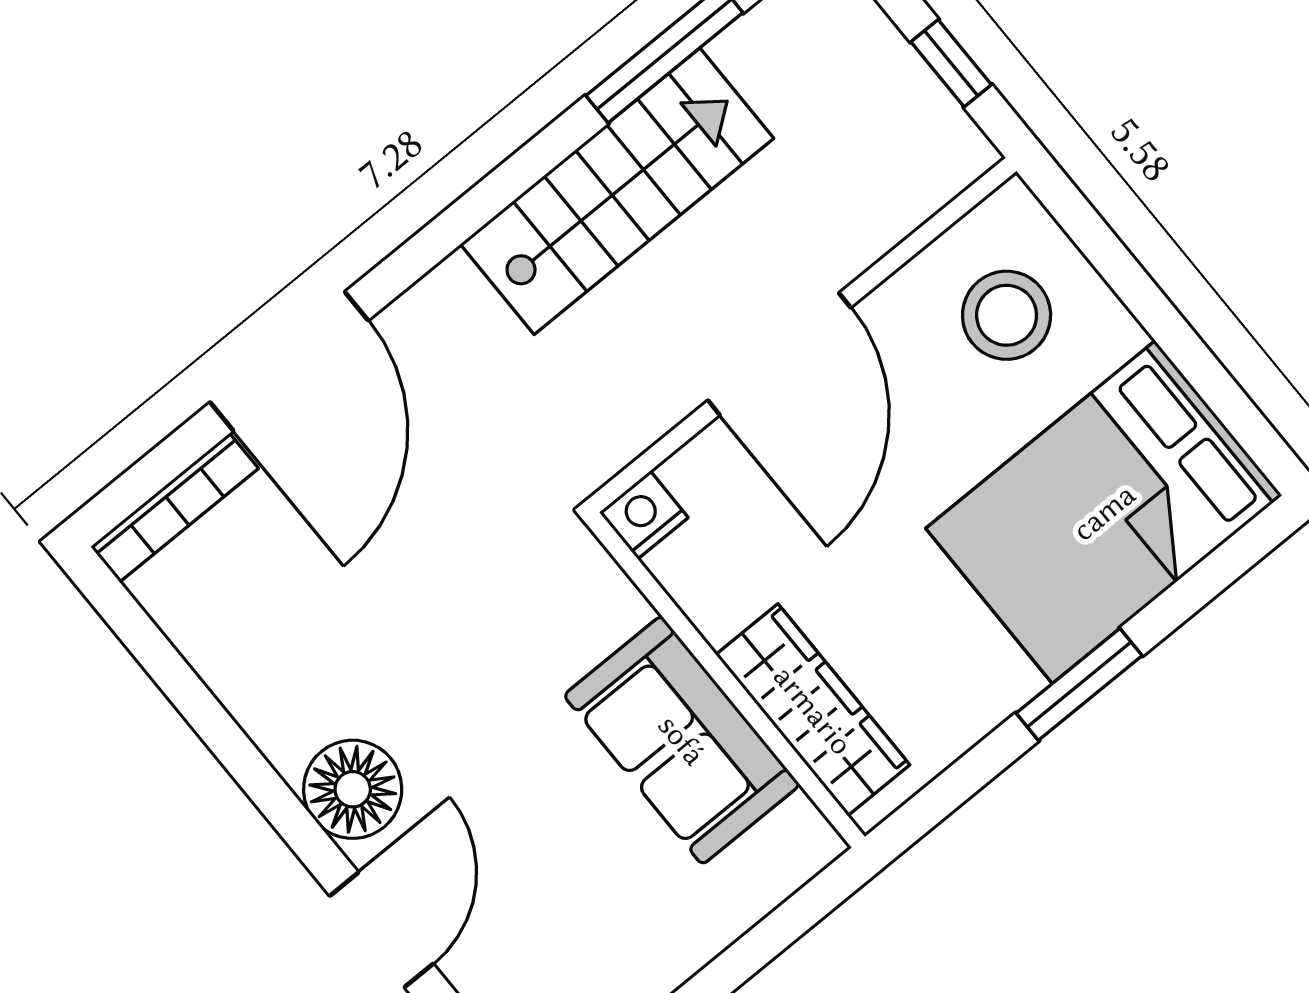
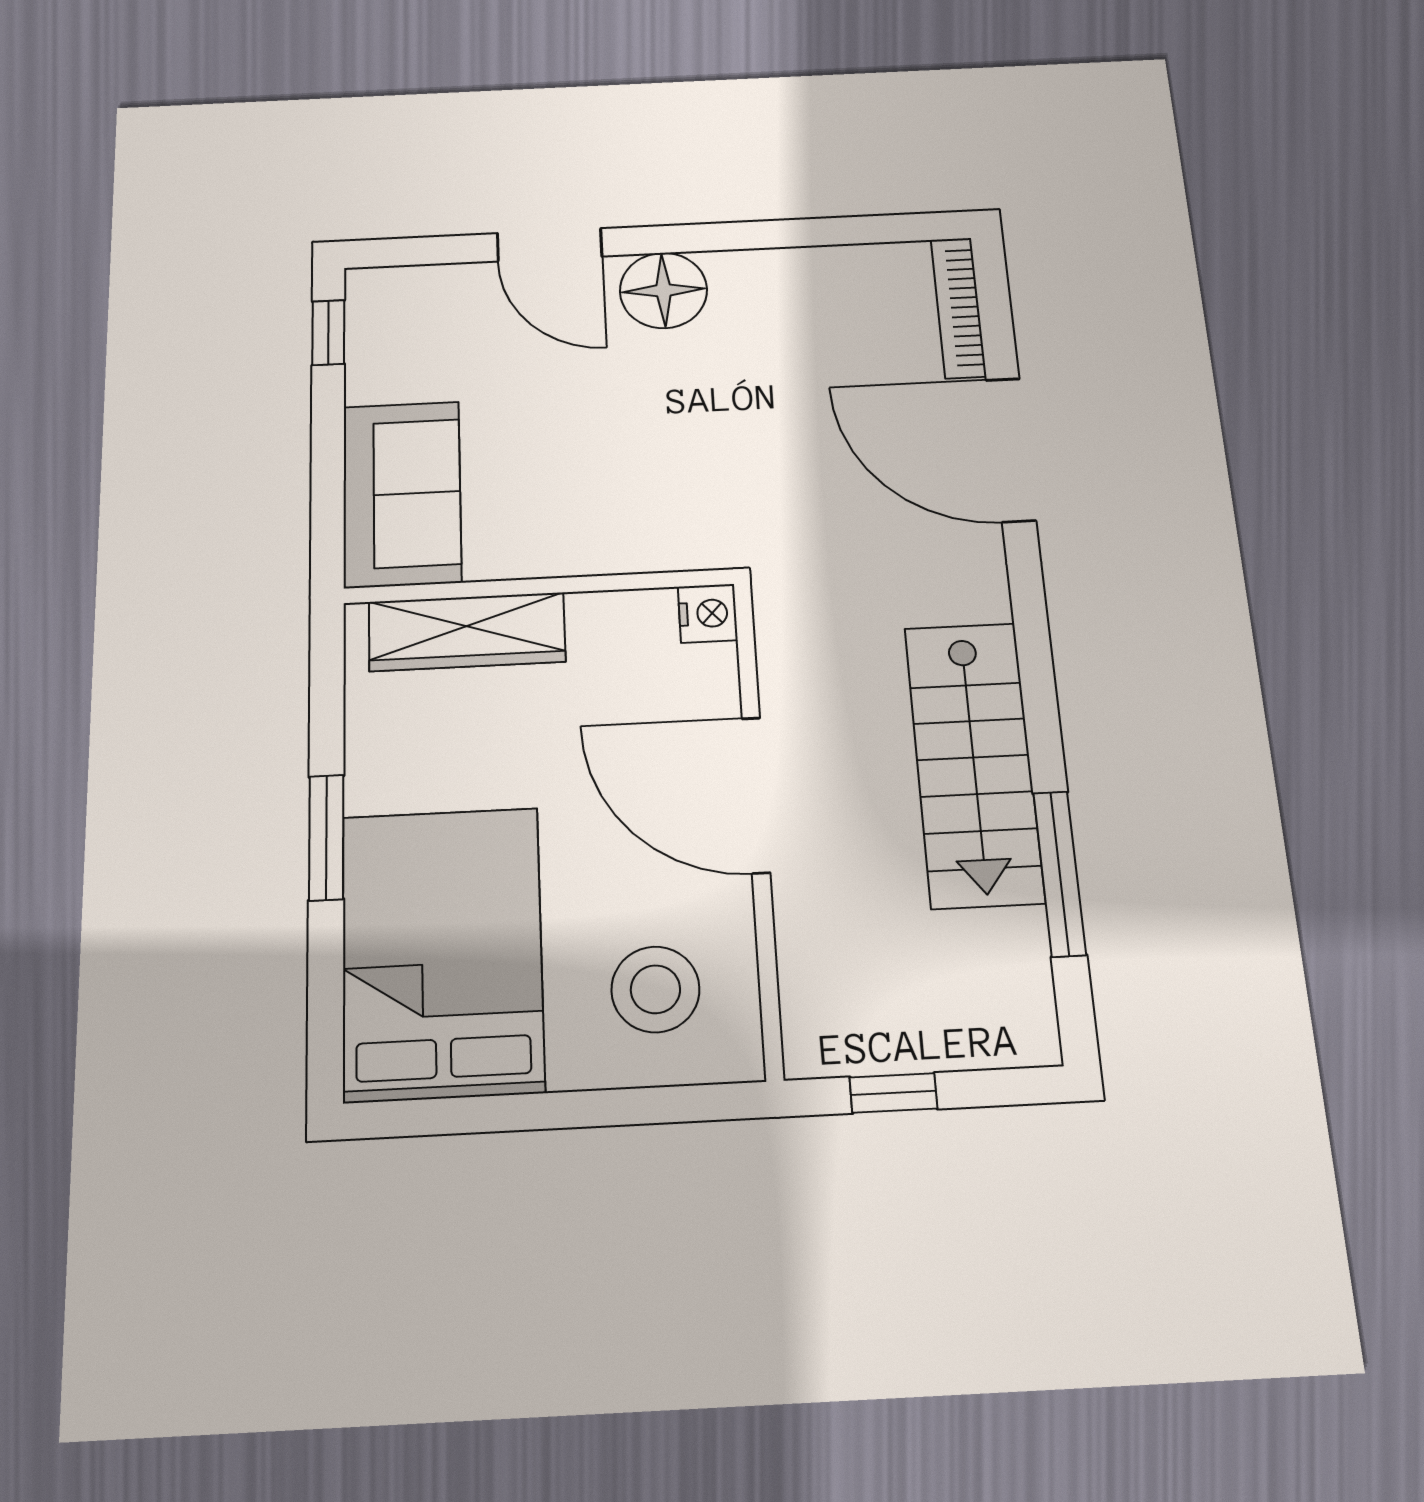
sofa: (682, 740) -> (402, 494), moved, turned 90

